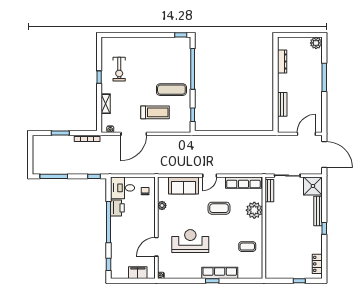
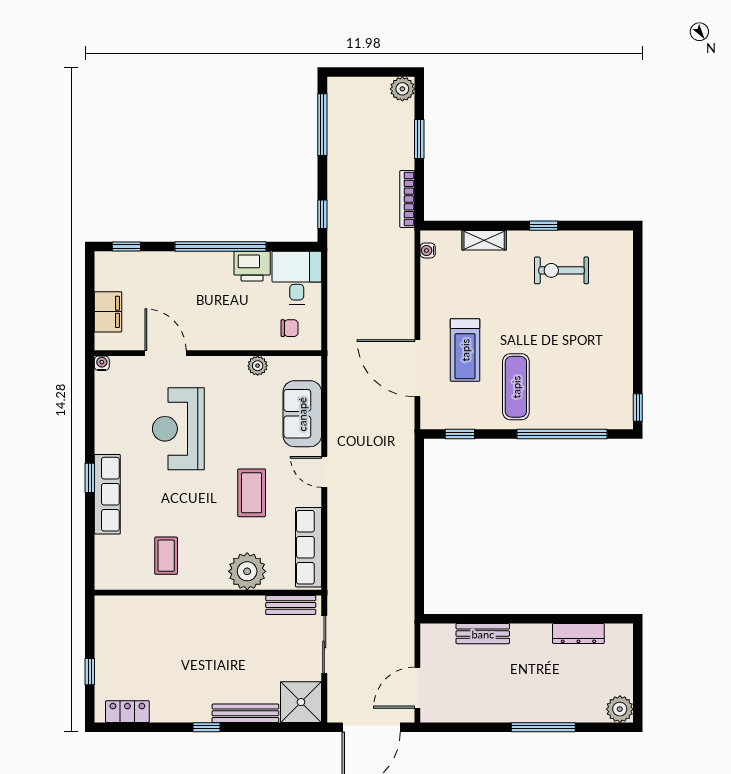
door: (134, 134) -> (417, 368), moved
door: (306, 134) -> (417, 688), swing flipped
plant: (38, 141) -> (402, 89), added
reception desk: (190, 241) -> (178, 429), turned 180

